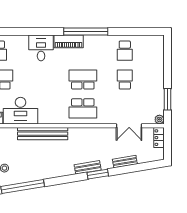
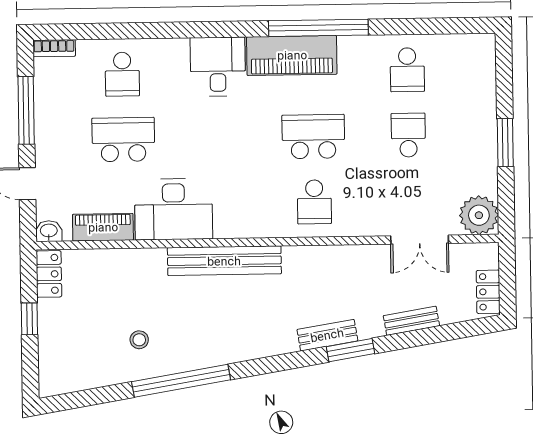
piano: (69, 41) -> (292, 55), width x1.37, depth x1.33
window: (168, 99) -> (505, 143), moved
school desk: (83, 108) -> (314, 202), width x0.54
plant: (159, 119) -> (479, 215), width x1.87, depth x1.87
locker: (159, 138) -> (488, 292), moved

